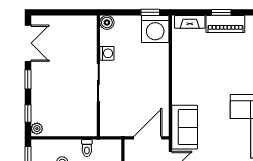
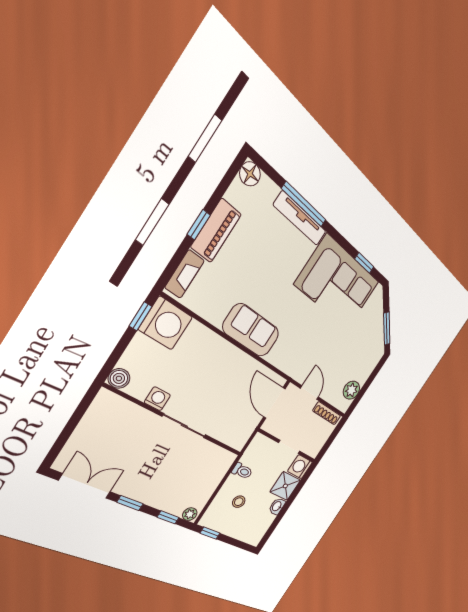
sofa: (185, 127) -> (251, 330), moved

